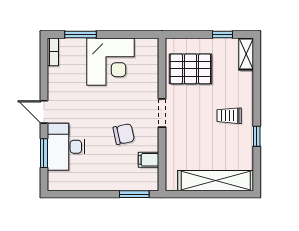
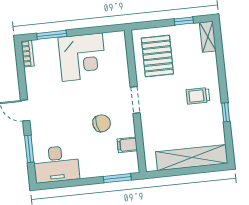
pallet: (190, 69) -> (157, 56), turned 90
desk: (66, 147) -> (56, 164), moved, turned -90

